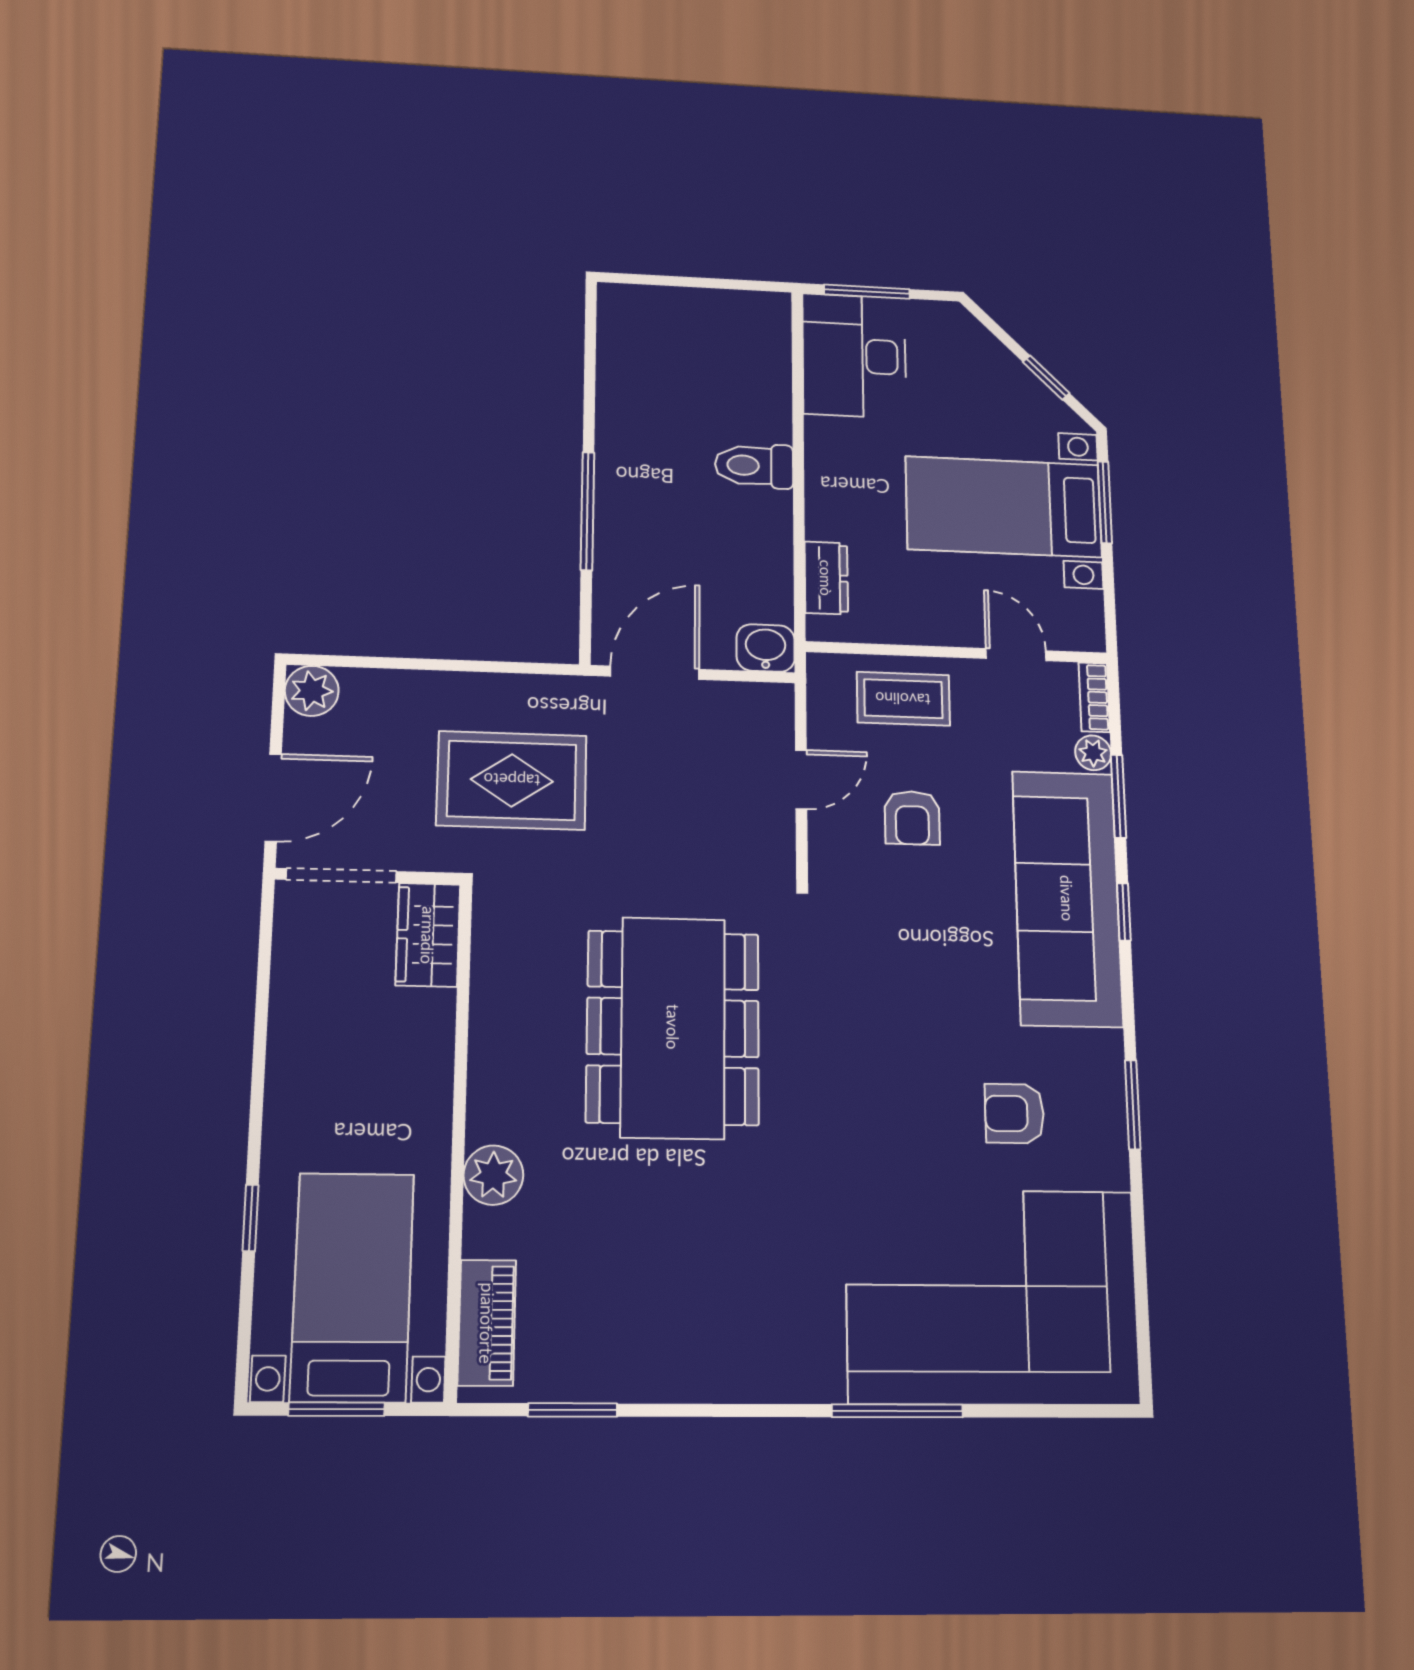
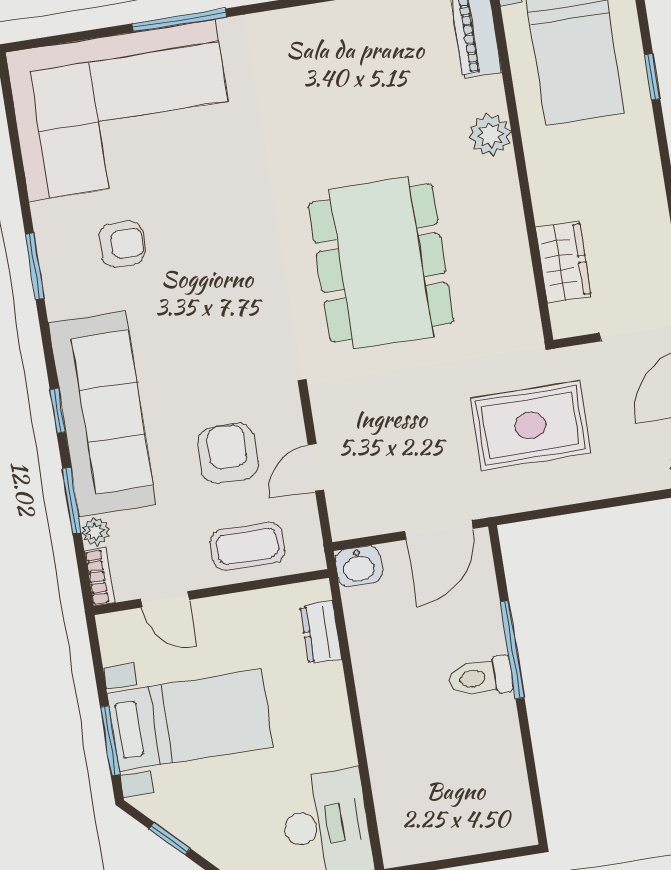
toilet: (754, 466) -> (481, 677), moved, turned 180
armchair: (912, 818) -> (228, 454), width x1.38, depth x1.38
wardrobe: (428, 935) -> (563, 262), moved

